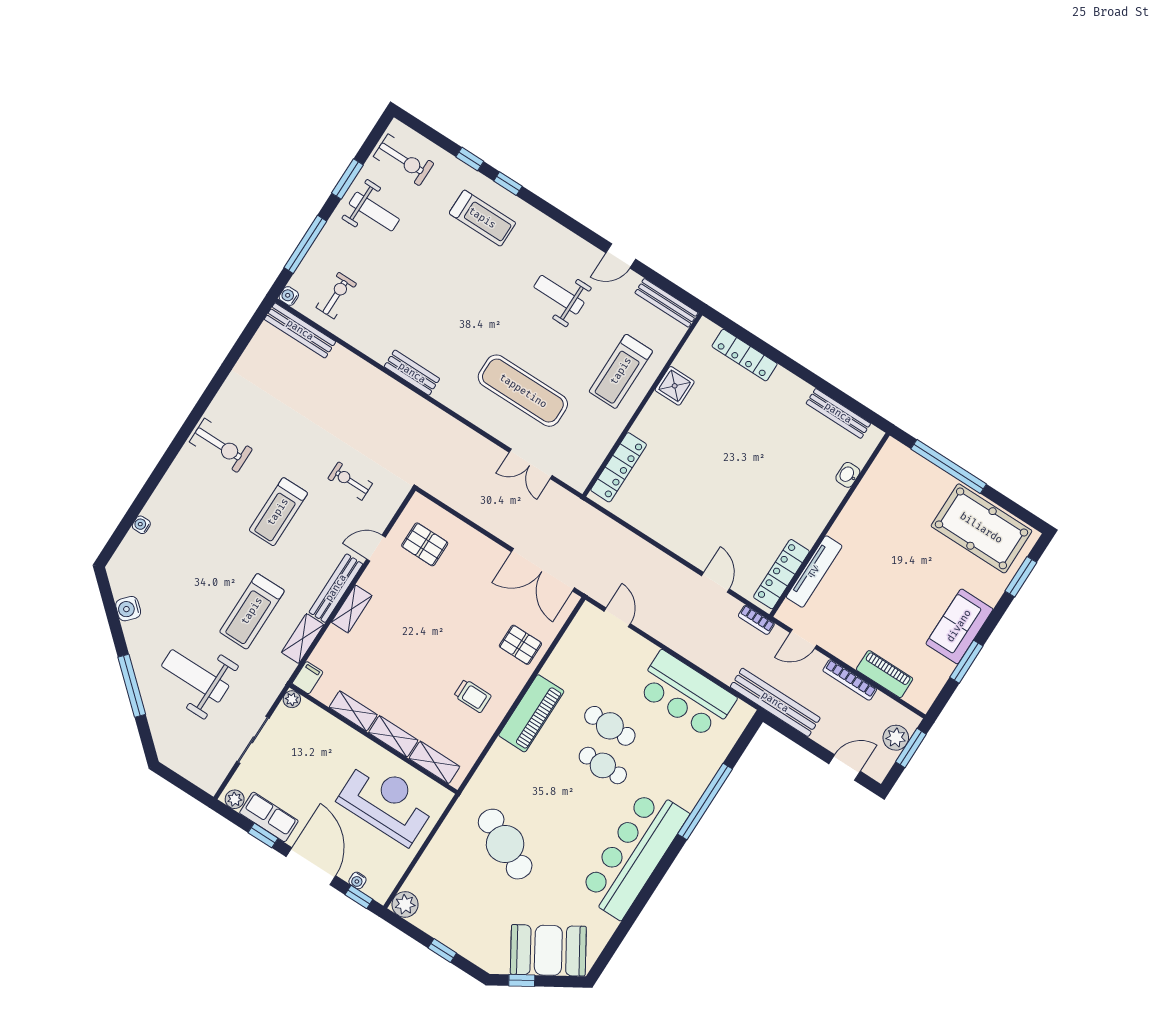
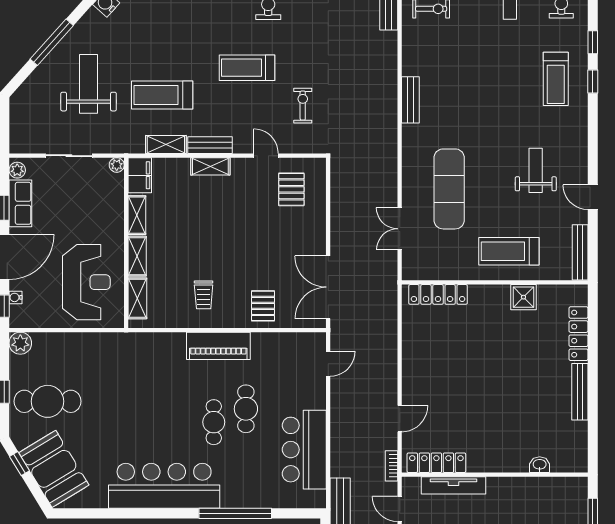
bench: (838, 413) -> (580, 392), moved
bench: (336, 588) -> (210, 145), width x0.73
filing cabinet: (308, 678) -> (140, 175), width x2.00
cafe table: (505, 844) -> (48, 401), moved, turned 64

